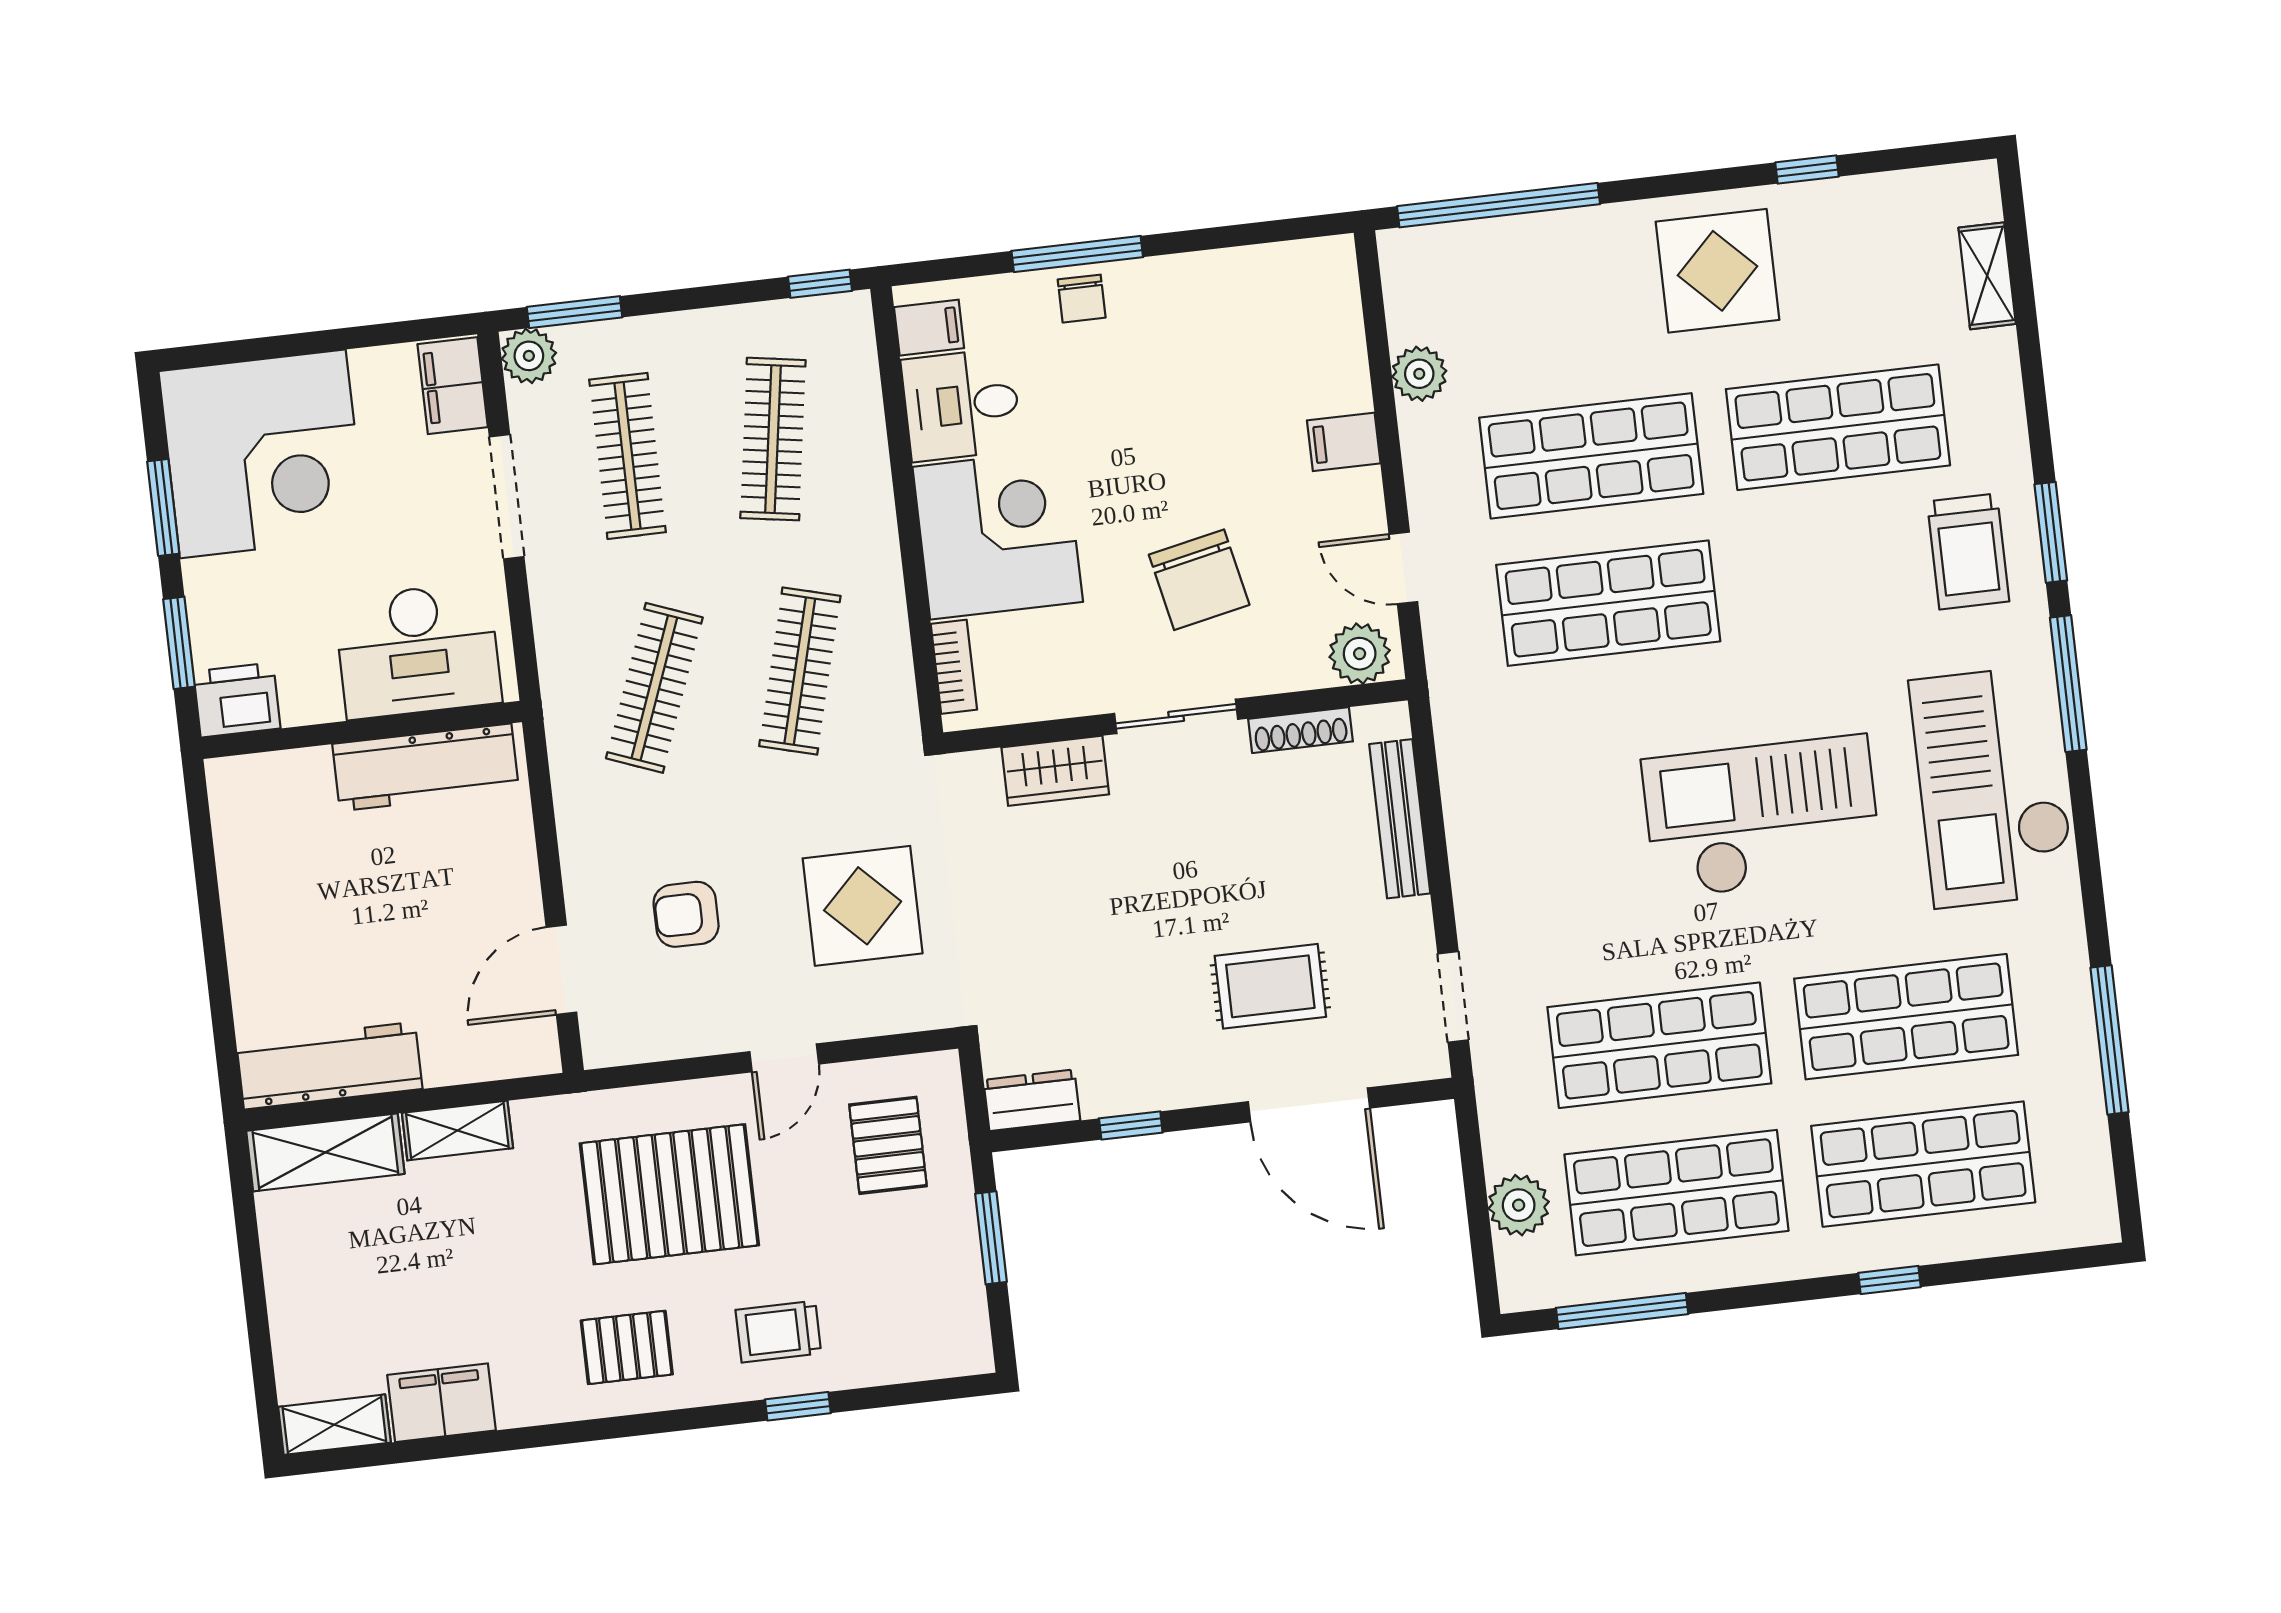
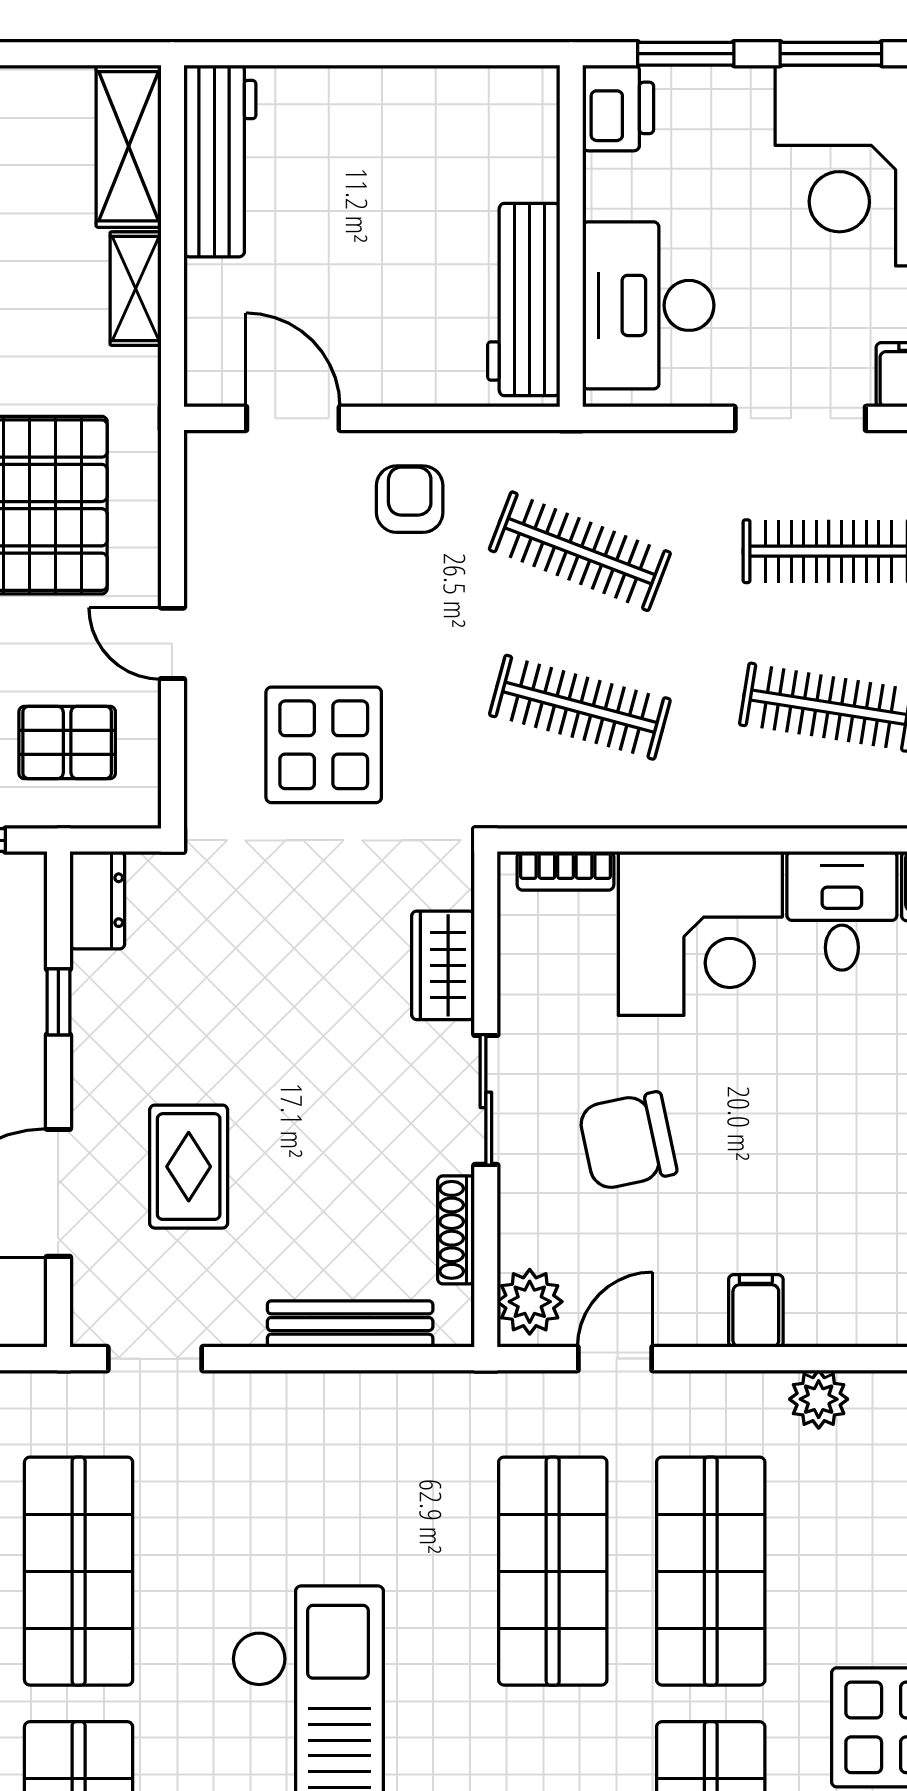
armchair: (686, 914) -> (410, 499), moved

